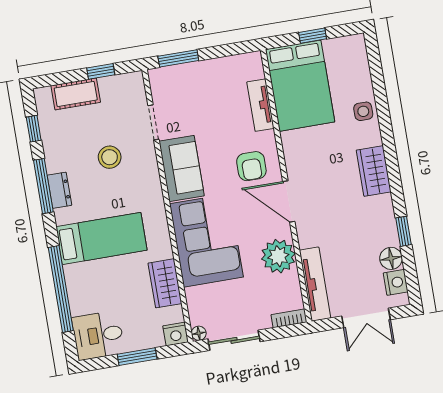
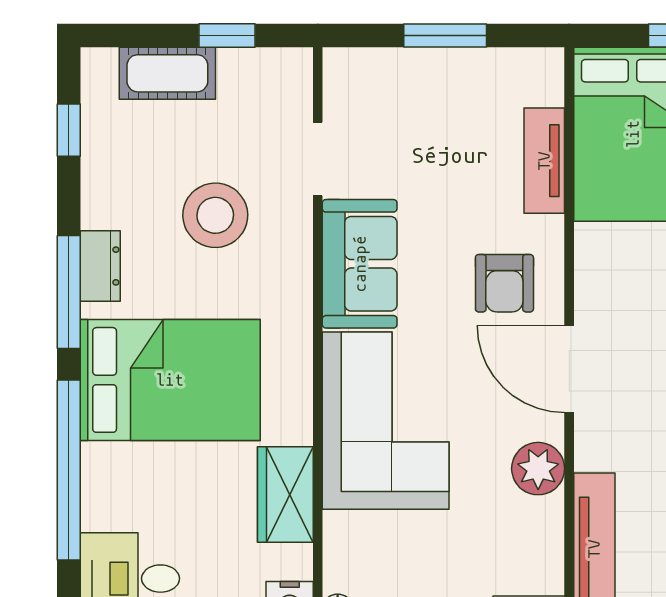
window: (178, 58) -> (445, 36), moved
stool: (110, 157) -> (215, 215), width x1.38, depth x1.38
window: (43, 186) -> (69, 292), moved
bed: (101, 238) -> (170, 380), width x1.50
plant: (278, 256) -> (538, 469), width x0.73, depth x0.73

